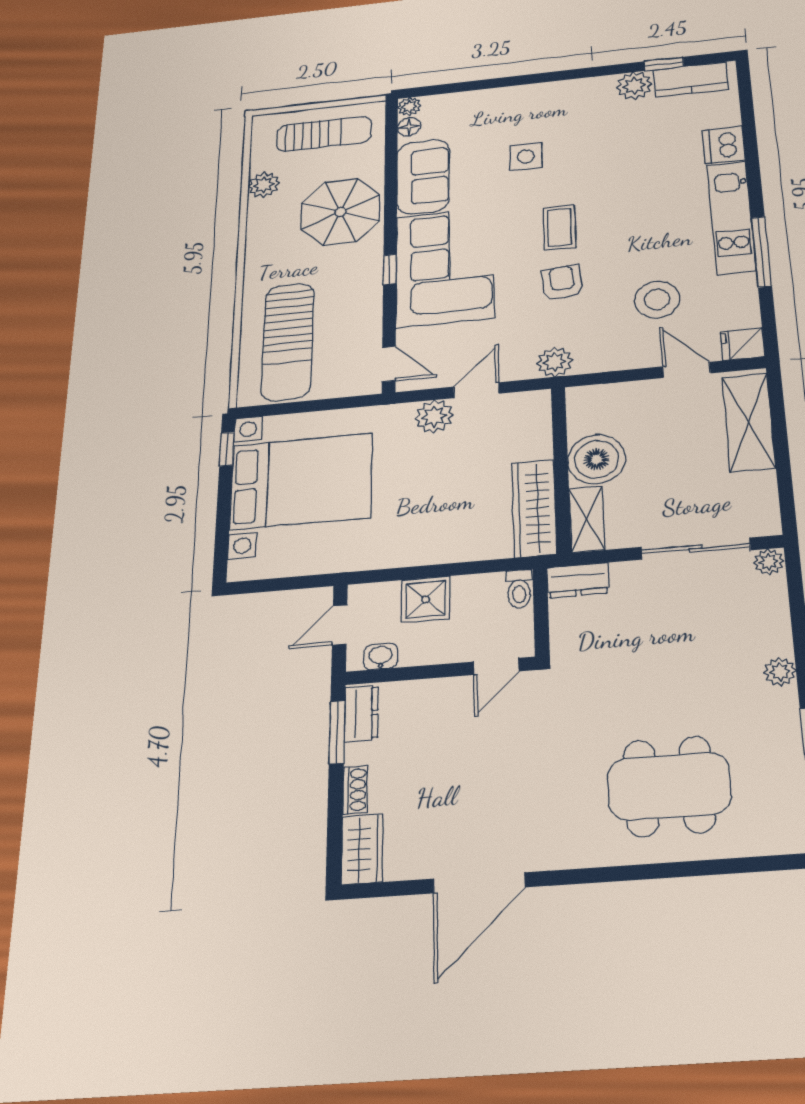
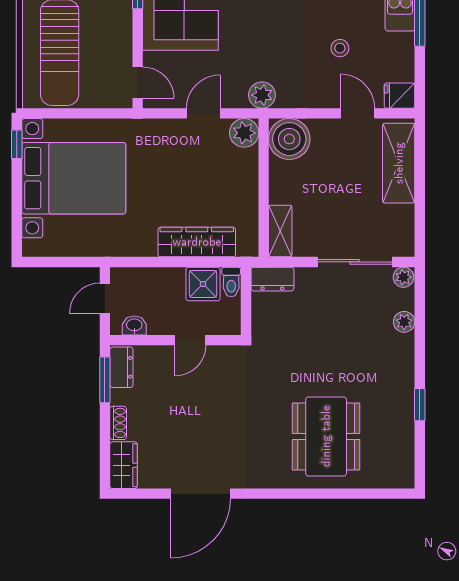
armchair: (562, 283) -> (270, 24), removed
stool: (657, 300) -> (340, 48), width x0.53, depth x0.53
plant: (434, 416) -> (244, 133), moved
boiler: (597, 459) -> (289, 139), moved
wardrobe: (534, 508) -> (197, 242), moved, turned 90
shower: (426, 599) -> (203, 284), moved
door: (496, 666) -> (190, 340), moved
plant: (780, 672) -> (404, 322), moved
dining table: (669, 786) -> (326, 436), turned 90

